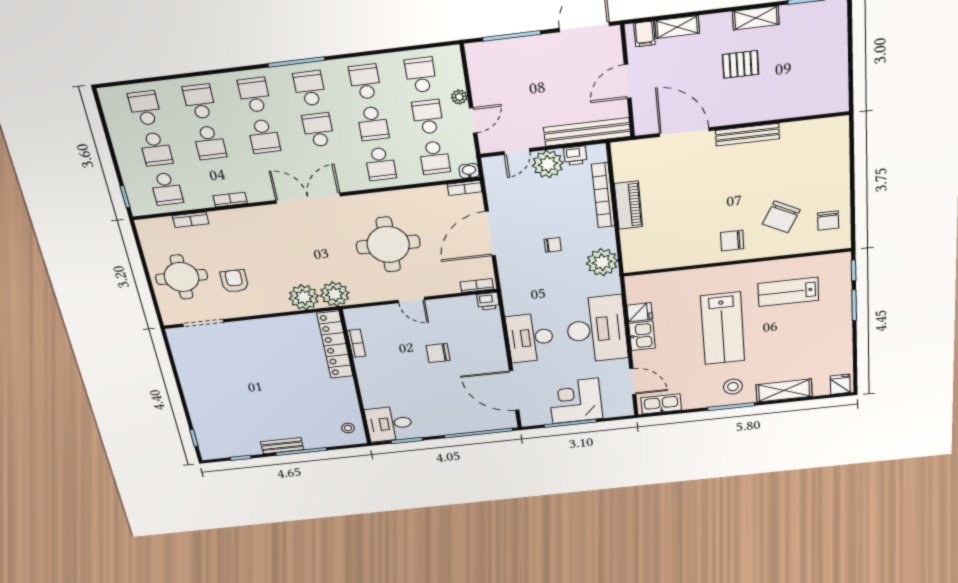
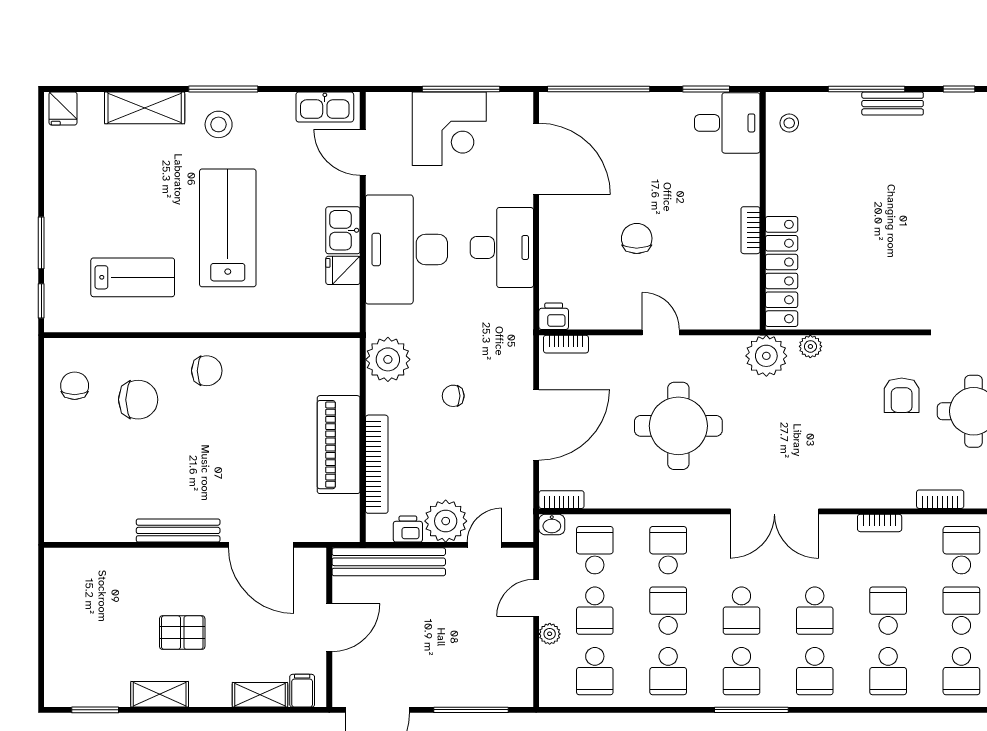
school desk: (264, 136) -> (815, 611), turned 180
piano: (628, 205) -> (339, 445), width x1.37, depth x1.33
chair: (781, 217) -> (138, 400), turned 62
plant: (304, 297) -> (810, 346), width x0.53, depth x0.53
bookcase: (356, 343) -> (751, 230), moved
chair: (438, 353) -> (637, 238), turned -90

